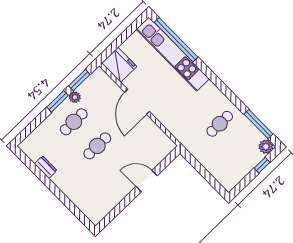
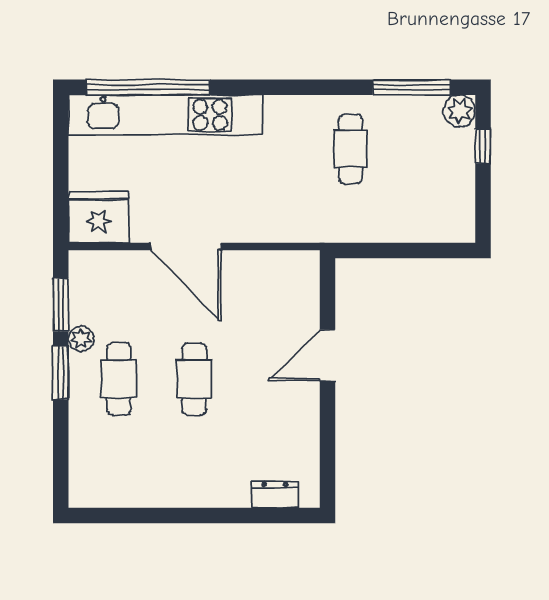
dresser: (46, 167) -> (275, 495), moved

